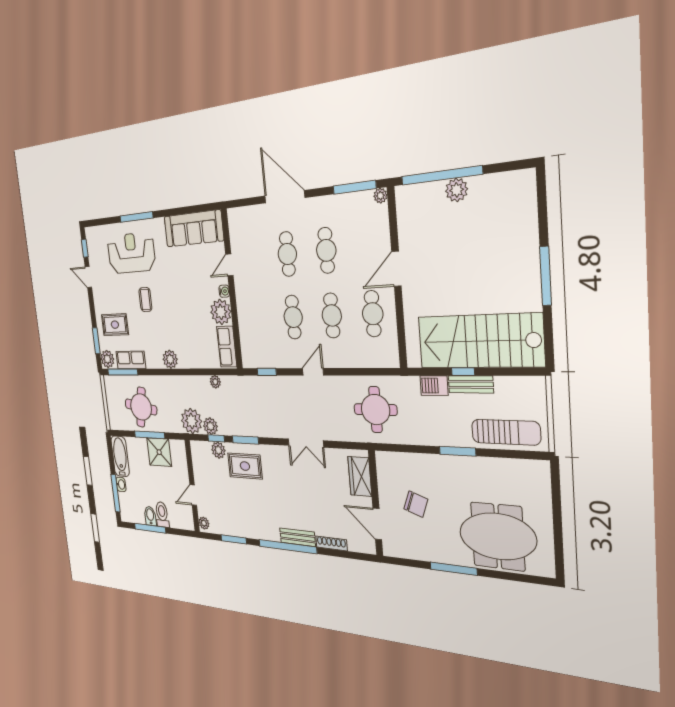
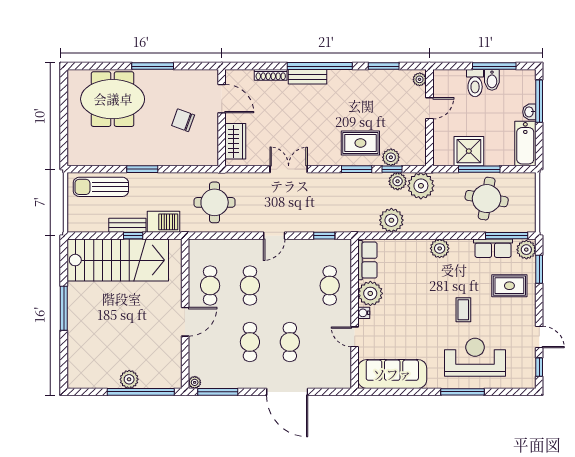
reception desk: (131, 253) -> (475, 357), turned 180
door: (229, 265) -> (355, 337), swing flipped
cafe table: (293, 317) -> (330, 286), moved
plant: (215, 382) -> (391, 220), width x1.88, depth x1.88
barbecue: (434, 386) -> (163, 222), width x1.38, depth x1.27

